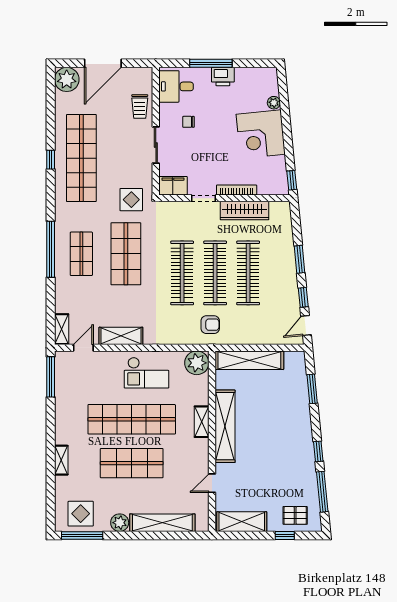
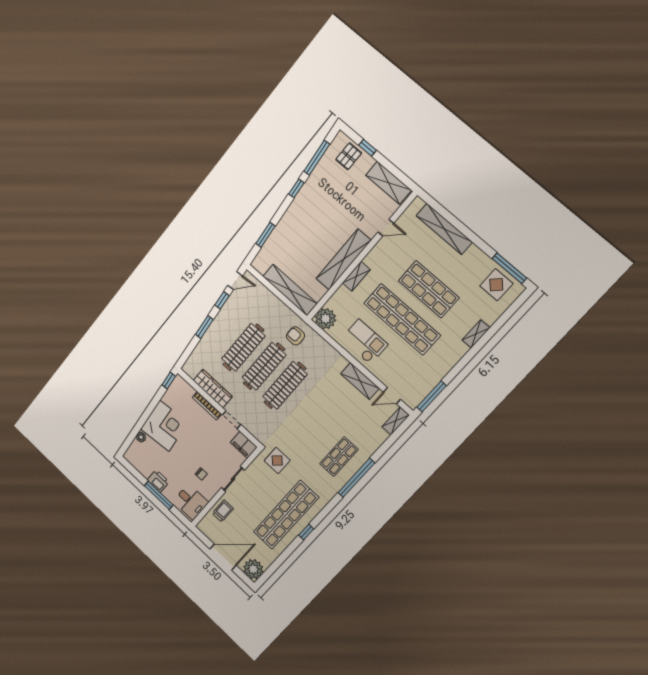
shop shelf: (126, 254) -> (310, 430), removed
pallet: (295, 515) -> (349, 156), turned 90
plant: (120, 523) -> (474, 255), removed

